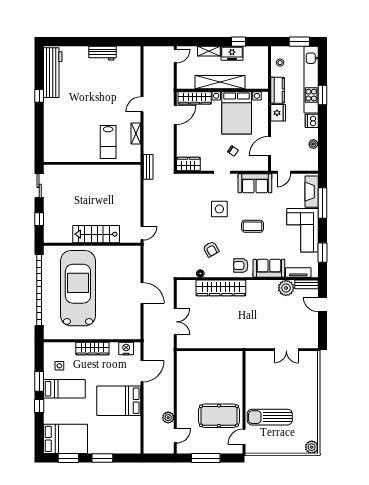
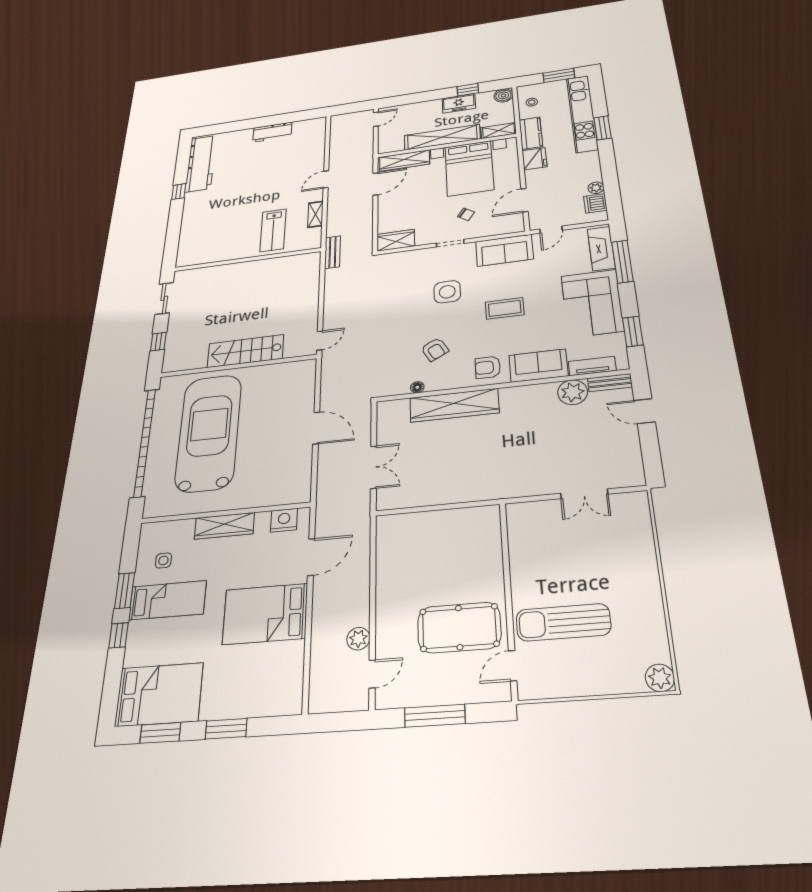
shelving: (209, 51) -> (499, 131), moved
boiler: (262, 52) -> (503, 95), added
dishwasher: (312, 121) -> (595, 203), moved

